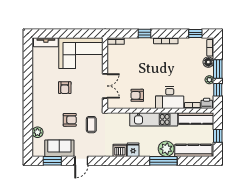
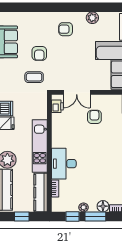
armchair: (65, 88) -> (66, 29), moved
armchair: (137, 95) -> (94, 117), moved
printer: (207, 103) -> (57, 106), moved
plant: (37, 132) -> (92, 18), moved

